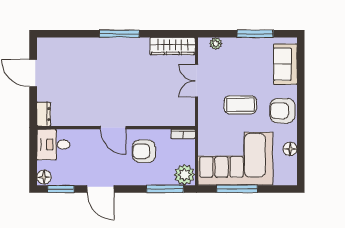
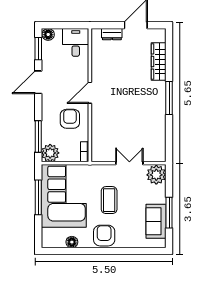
plant: (216, 44) -> (156, 175), width x1.88, depth x1.88
wardrobe: (173, 46) -> (159, 62), moved
sofa: (285, 64) -> (156, 221), moved, turned -90
dresser: (44, 114) -> (112, 34), moved

